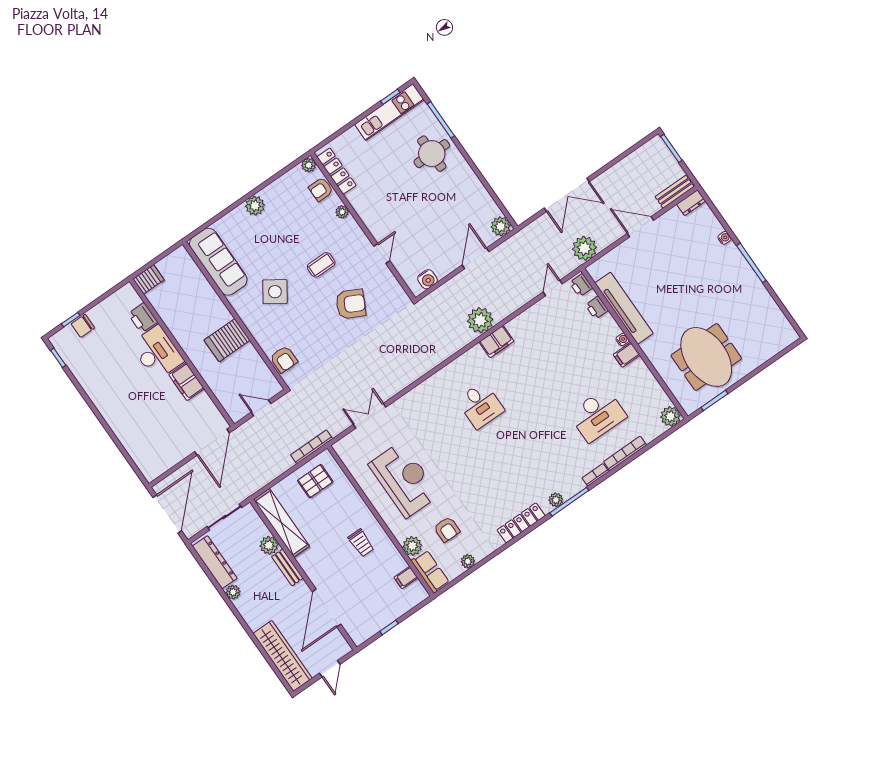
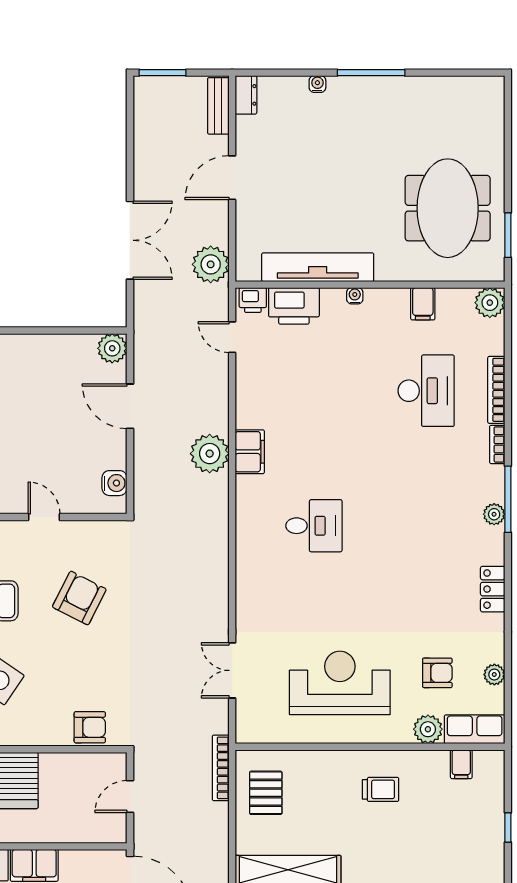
printer: (597, 308) -> (294, 306), width x1.87, depth x1.48
filing cabinet: (627, 355) -> (423, 304), moved
meeting table: (706, 357) -> (448, 208), turned 90
locker: (521, 523) -> (493, 589), width x0.66

